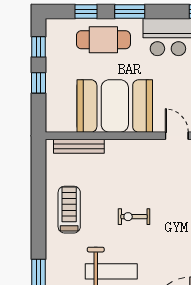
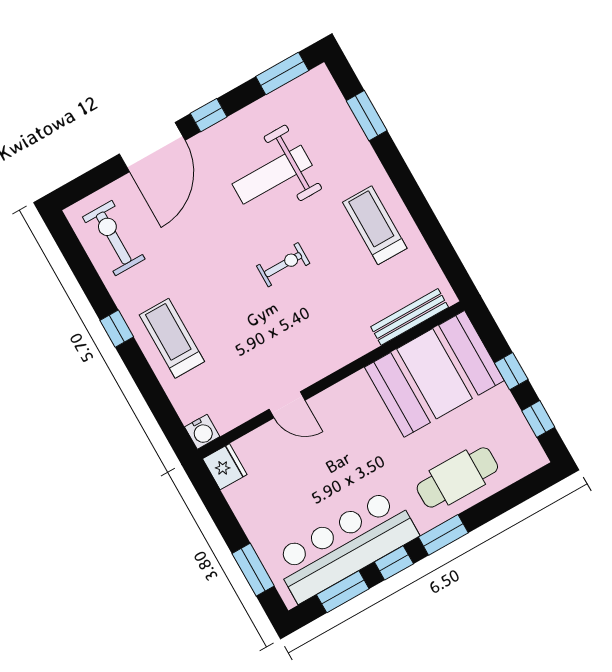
window: (86, 12) -> (394, 563), moved
booth: (115, 106) -> (434, 374), moved
treadmill: (69, 210) -> (375, 225), turned 180

